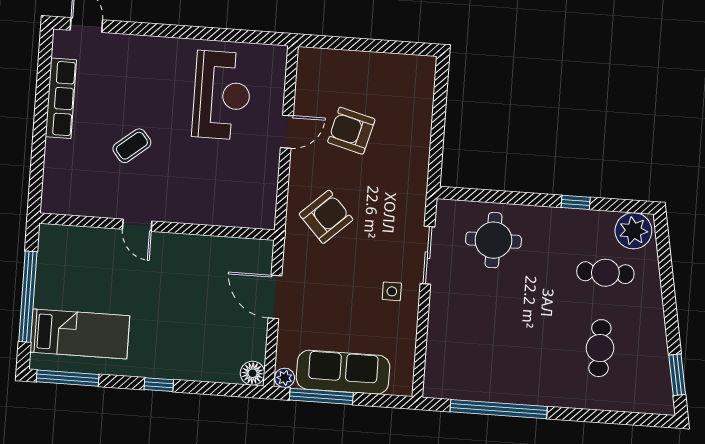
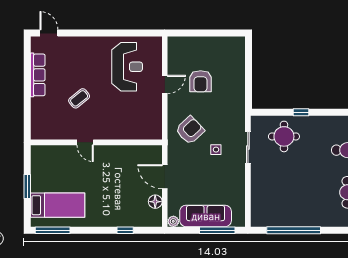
armchair: (351, 131) -> (201, 81), turned -105
window: (576, 202) -> (301, 112), moved
side table: (392, 291) -> (216, 150), moved
window: (28, 297) -> (27, 186), width x0.47
floor lamp: (253, 373) -> (155, 202), moved
window: (159, 385) -> (125, 230), moved
window: (321, 396) -> (217, 230), moved

